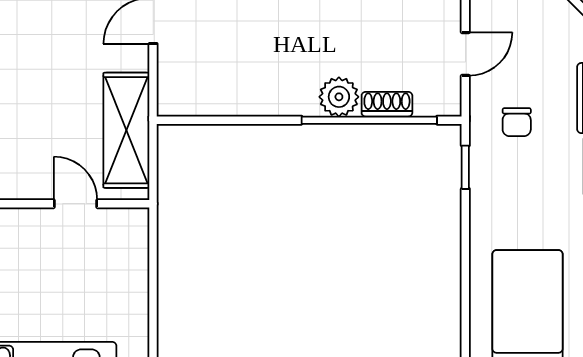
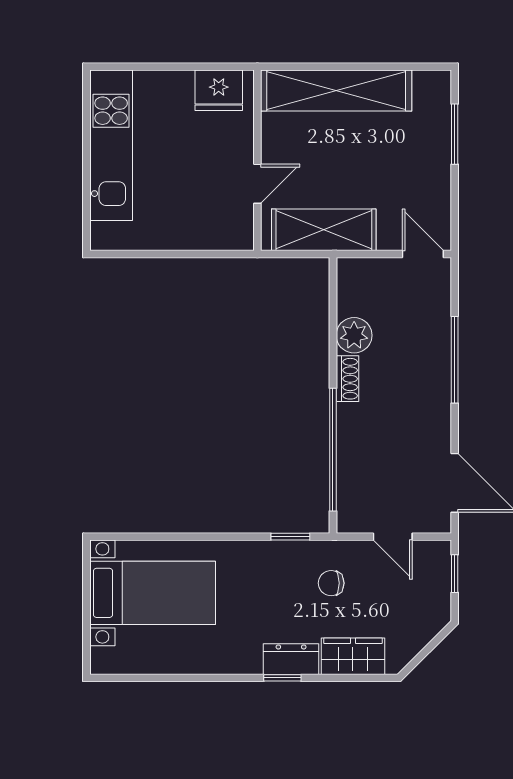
plant: (339, 97) -> (354, 335), moved
shoe rack: (387, 104) -> (347, 379), moved

